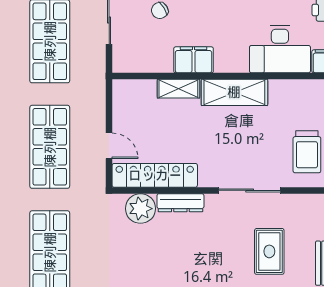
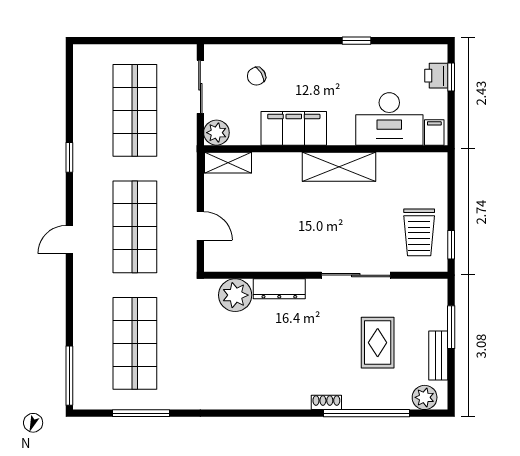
filing cabinet: (194, 60) -> (294, 128), width x1.50, depth x1.17
plant: (124, 61) -> (216, 133), added
shelving: (178, 89) -> (228, 163), moved
locker: (155, 175) -> (251, 258), removed

